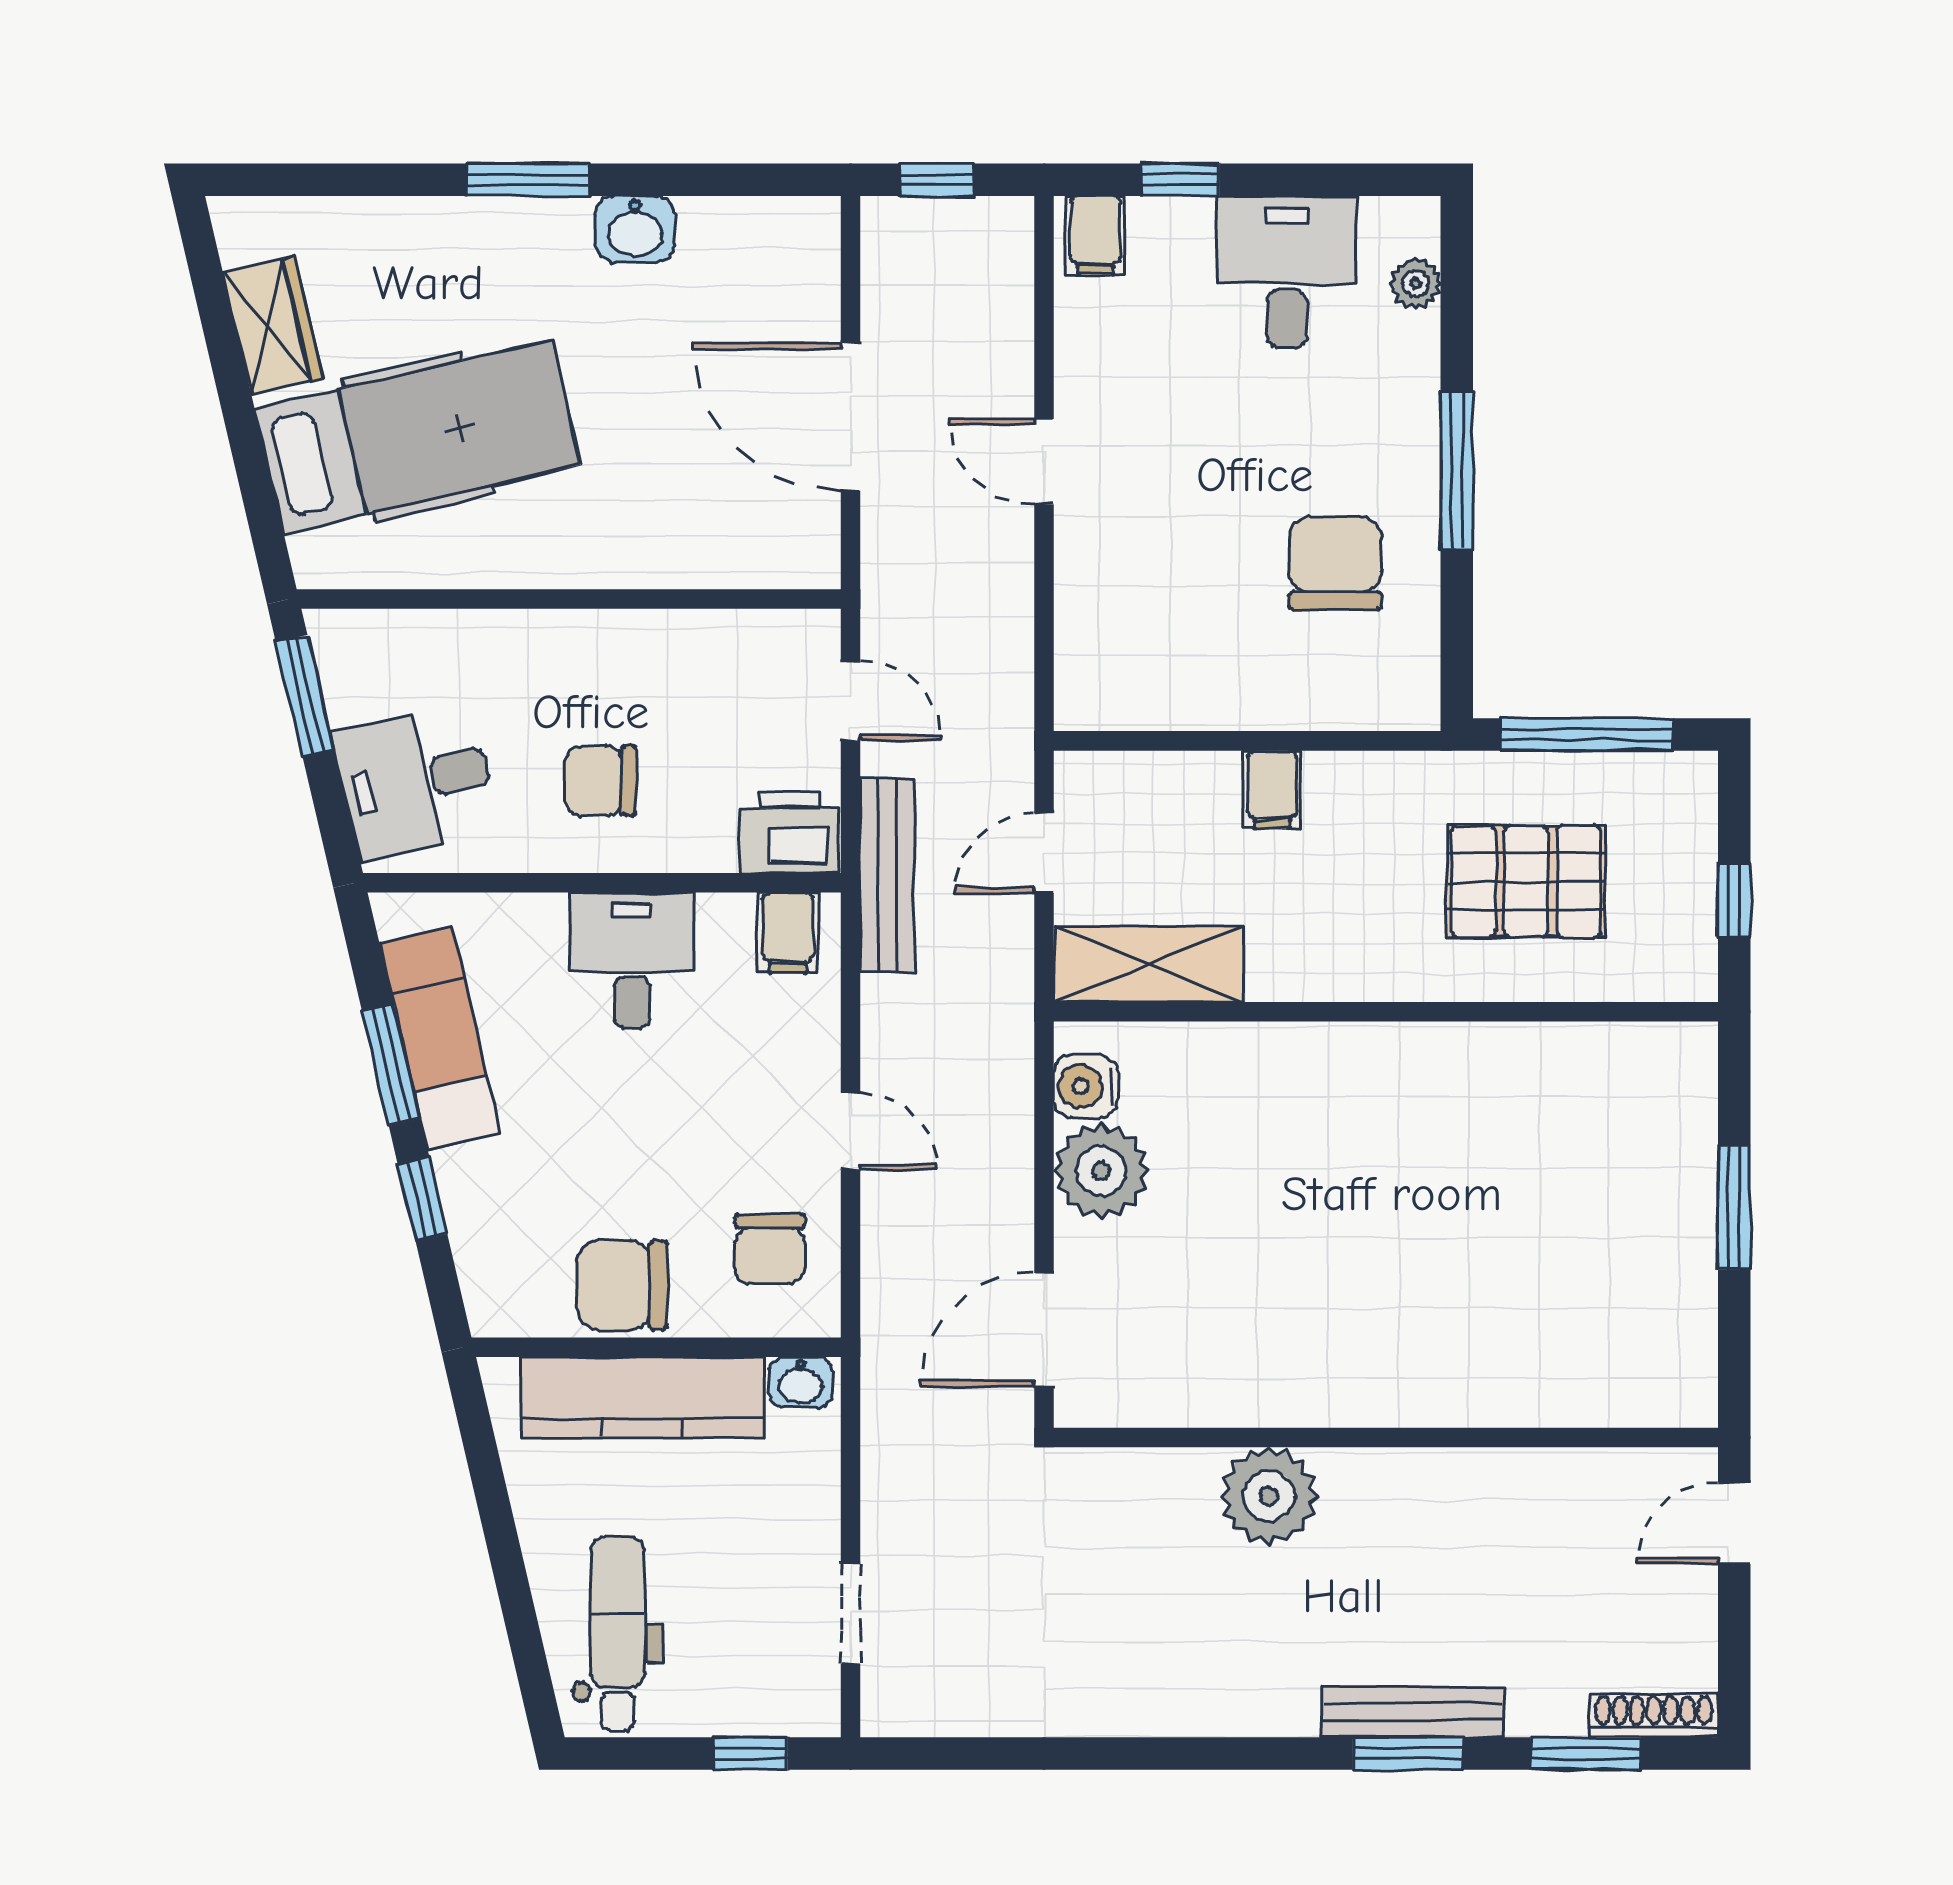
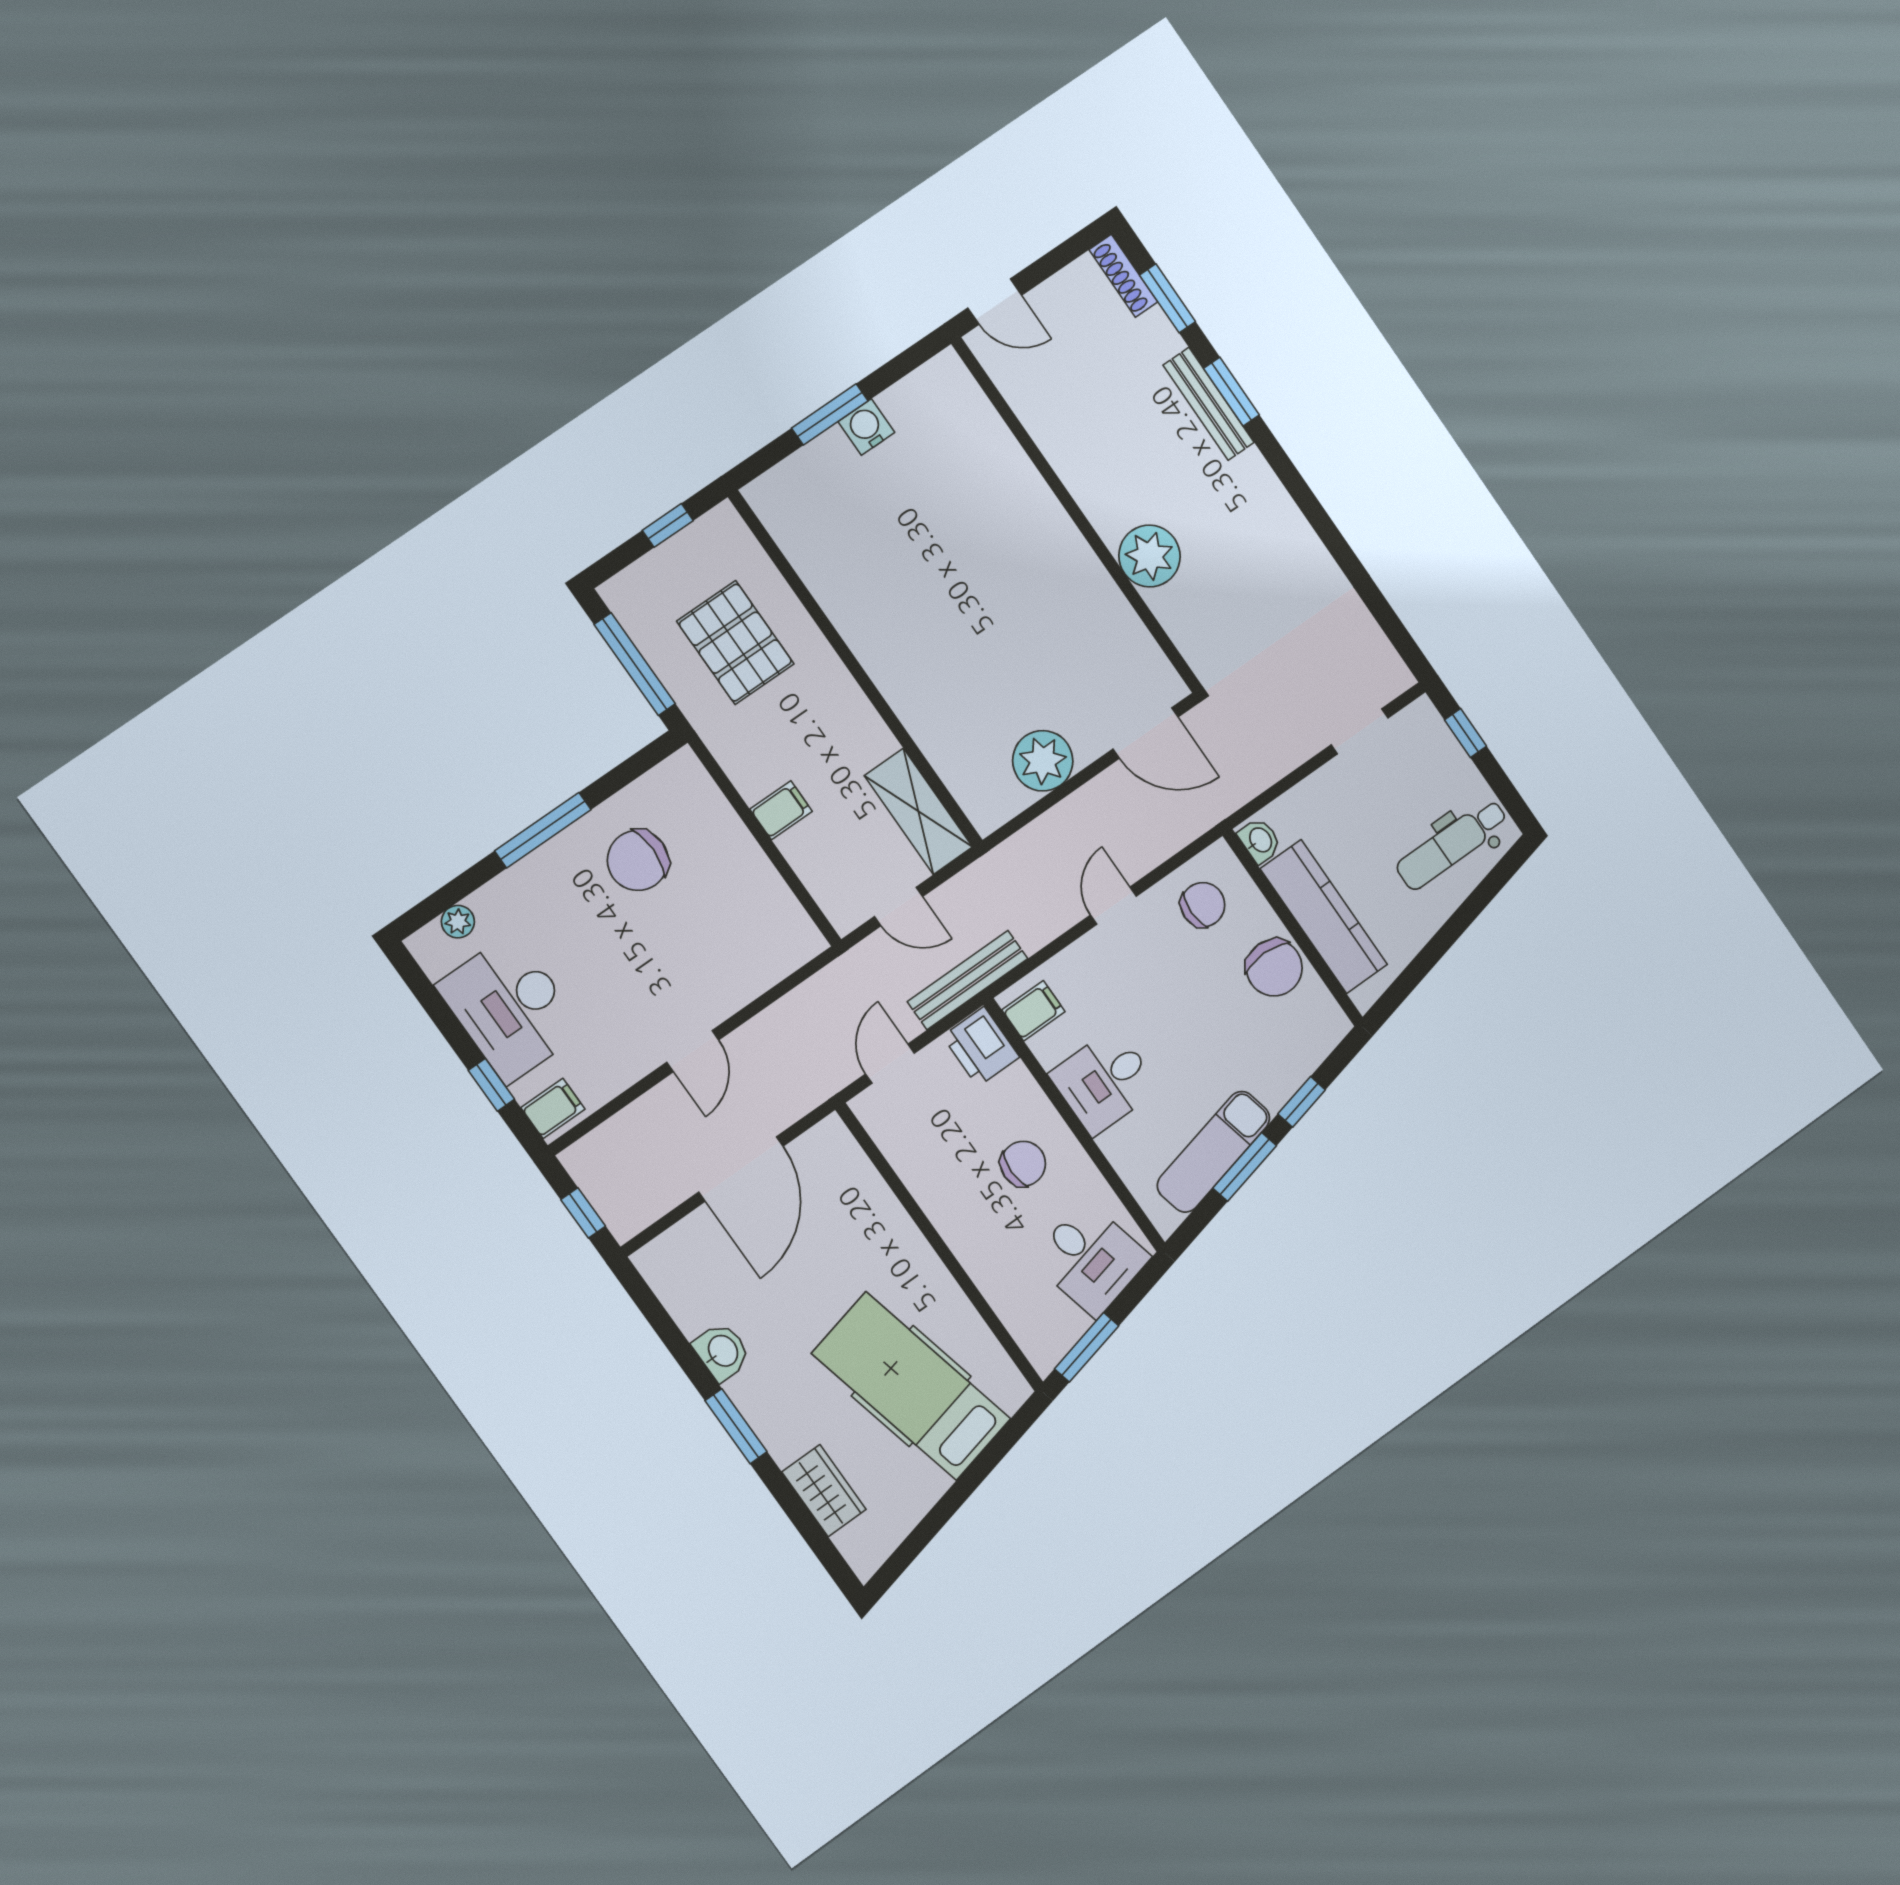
desk: (1287, 272) -> (510, 1008), width x1.37
wardrobe: (273, 326) -> (824, 1491), moved, turned 103
chair: (600, 781) -> (1023, 1164), turned -90
water cooler: (1086, 1086) -> (866, 427), moved, turned 180

